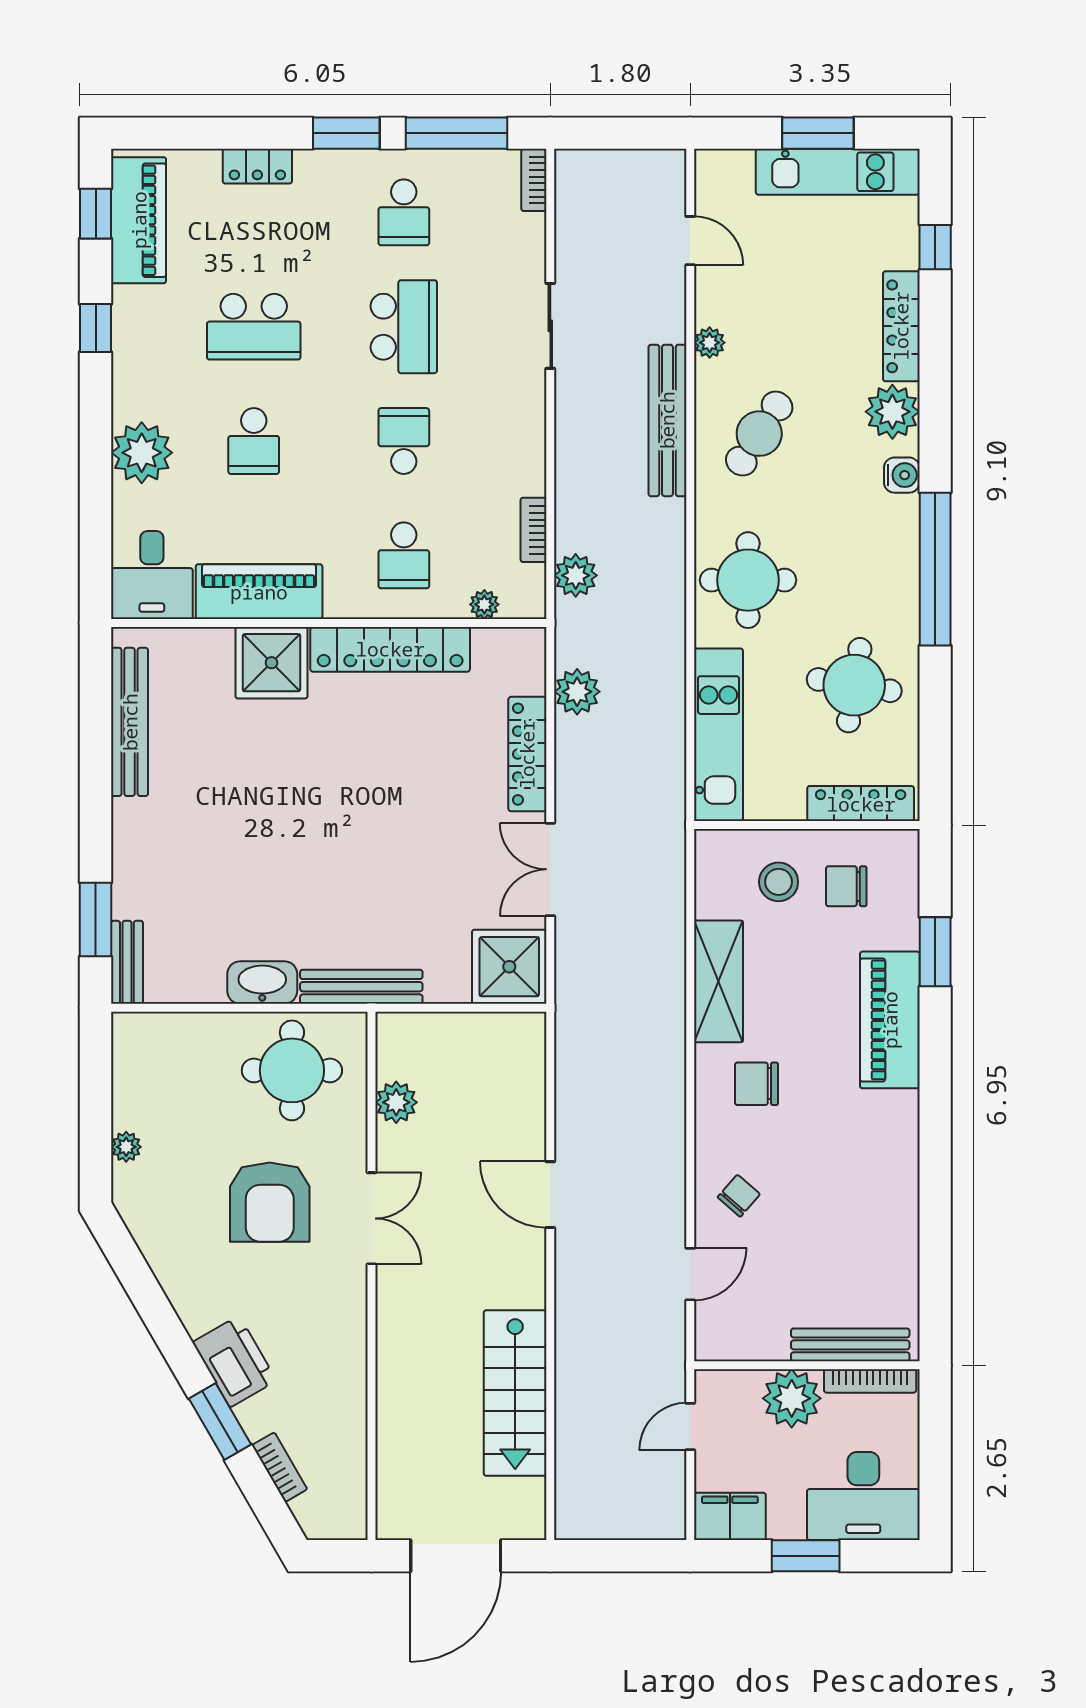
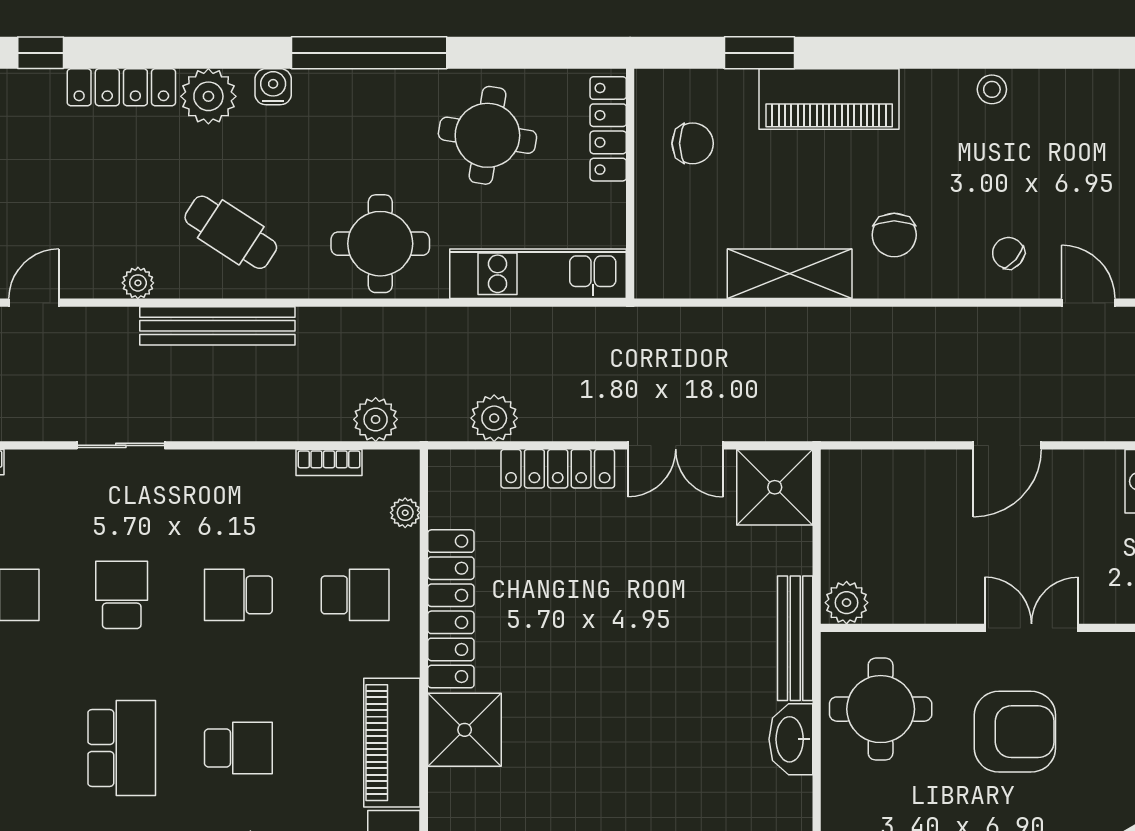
school desk: (404, 327) -> (122, 595), width x0.54
stool: (779, 882) -> (992, 89), moved, width x0.73, depth x0.73
chair: (846, 886) -> (693, 143), turned -90
plant: (396, 1102) -> (847, 603), moved

